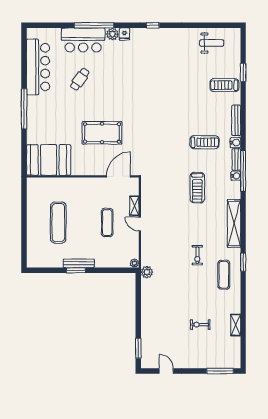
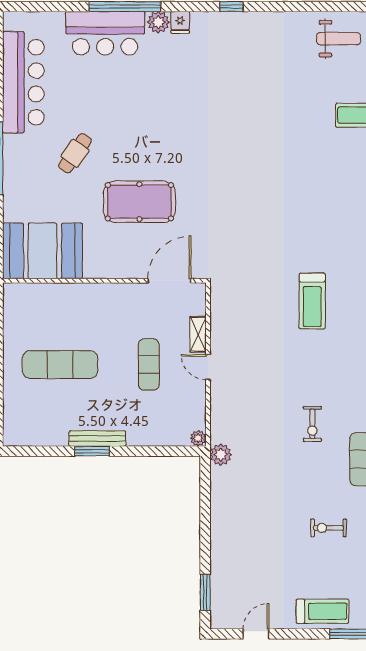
cafe table: (80, 79) -> (75, 153), moved
treadmill: (204, 142) -> (322, 611), moved
exercise mat: (58, 223) -> (60, 365), turned 90
exercise bike: (200, 325) -> (329, 528), moved
door: (166, 371) -> (256, 634), hinge flipped

